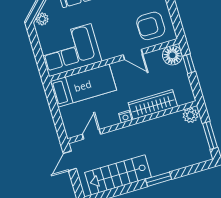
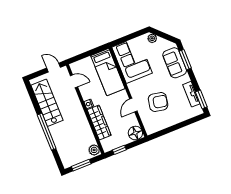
armchair: (151, 26) -> (158, 102), moved, turned 101
window: (189, 64) -> (119, 150), moved
window: (159, 179) -> (47, 132), width x2.11

